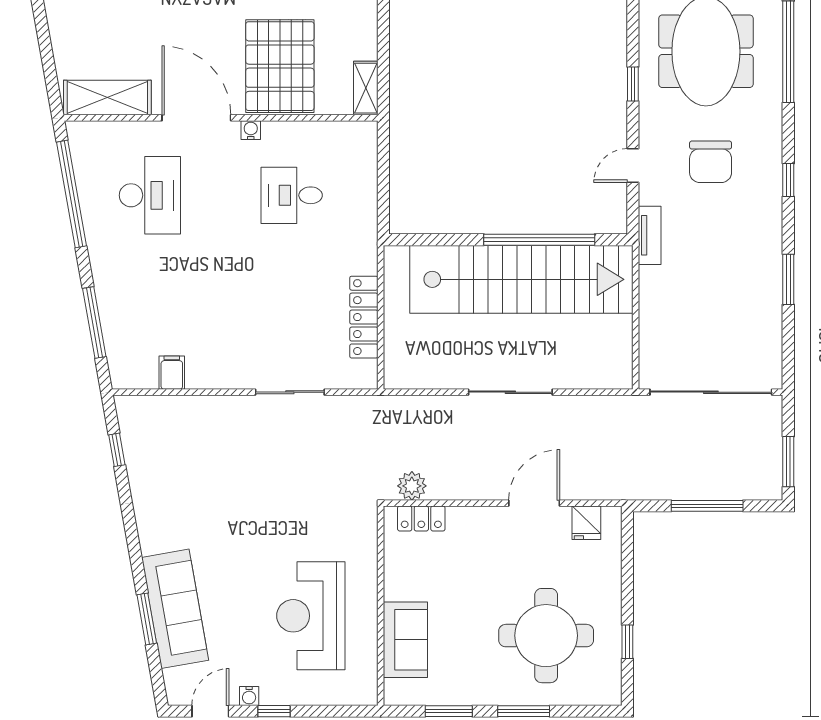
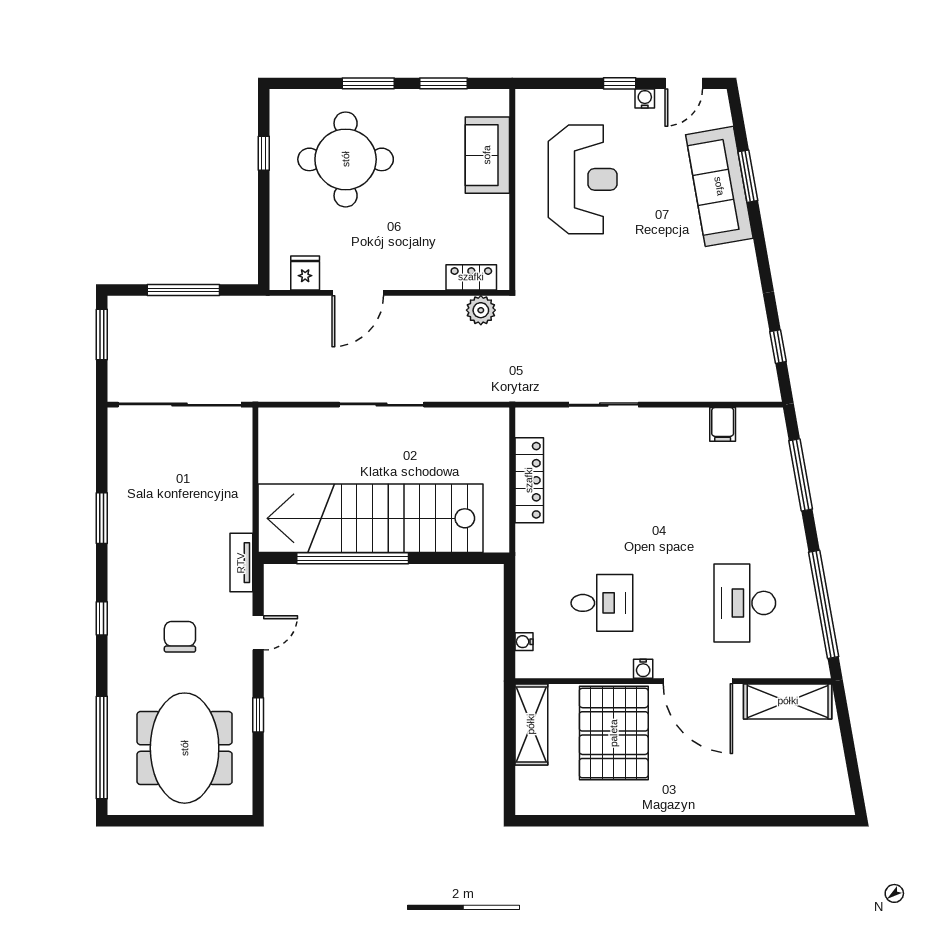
shelving: (366, 88) -> (531, 724), width x1.50, depth x1.33
water cooler: (369, 157) -> (524, 642), added
chair: (711, 162) -> (180, 637), width x0.73, depth x0.73

